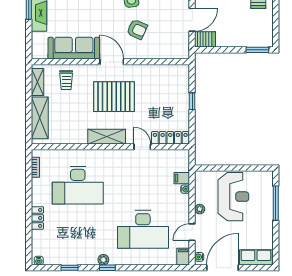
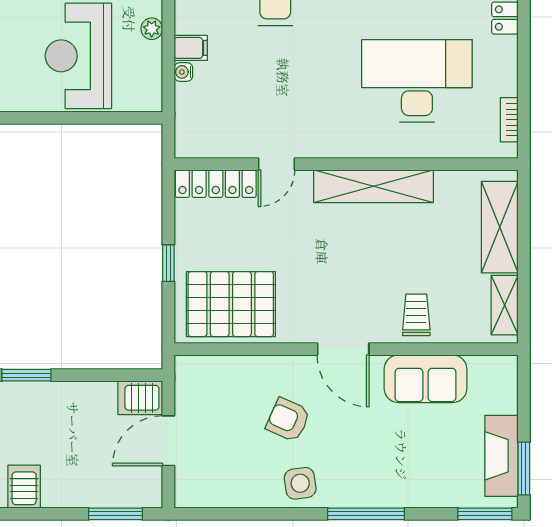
sofa: (74, 48) -> (426, 379), width x0.73
trolley: (66, 80) -> (416, 315), moved
pallet: (114, 97) -> (231, 304), moved
shelving: (107, 137) -> (373, 186), width x1.47
door: (142, 147) -> (277, 164), hinge flipped
filing cabinet: (182, 178) -> (191, 48), moved

